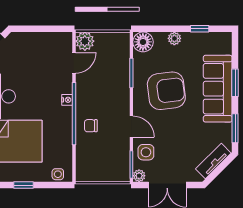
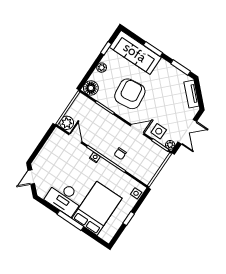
sofa: (218, 89) -> (135, 52), moved

